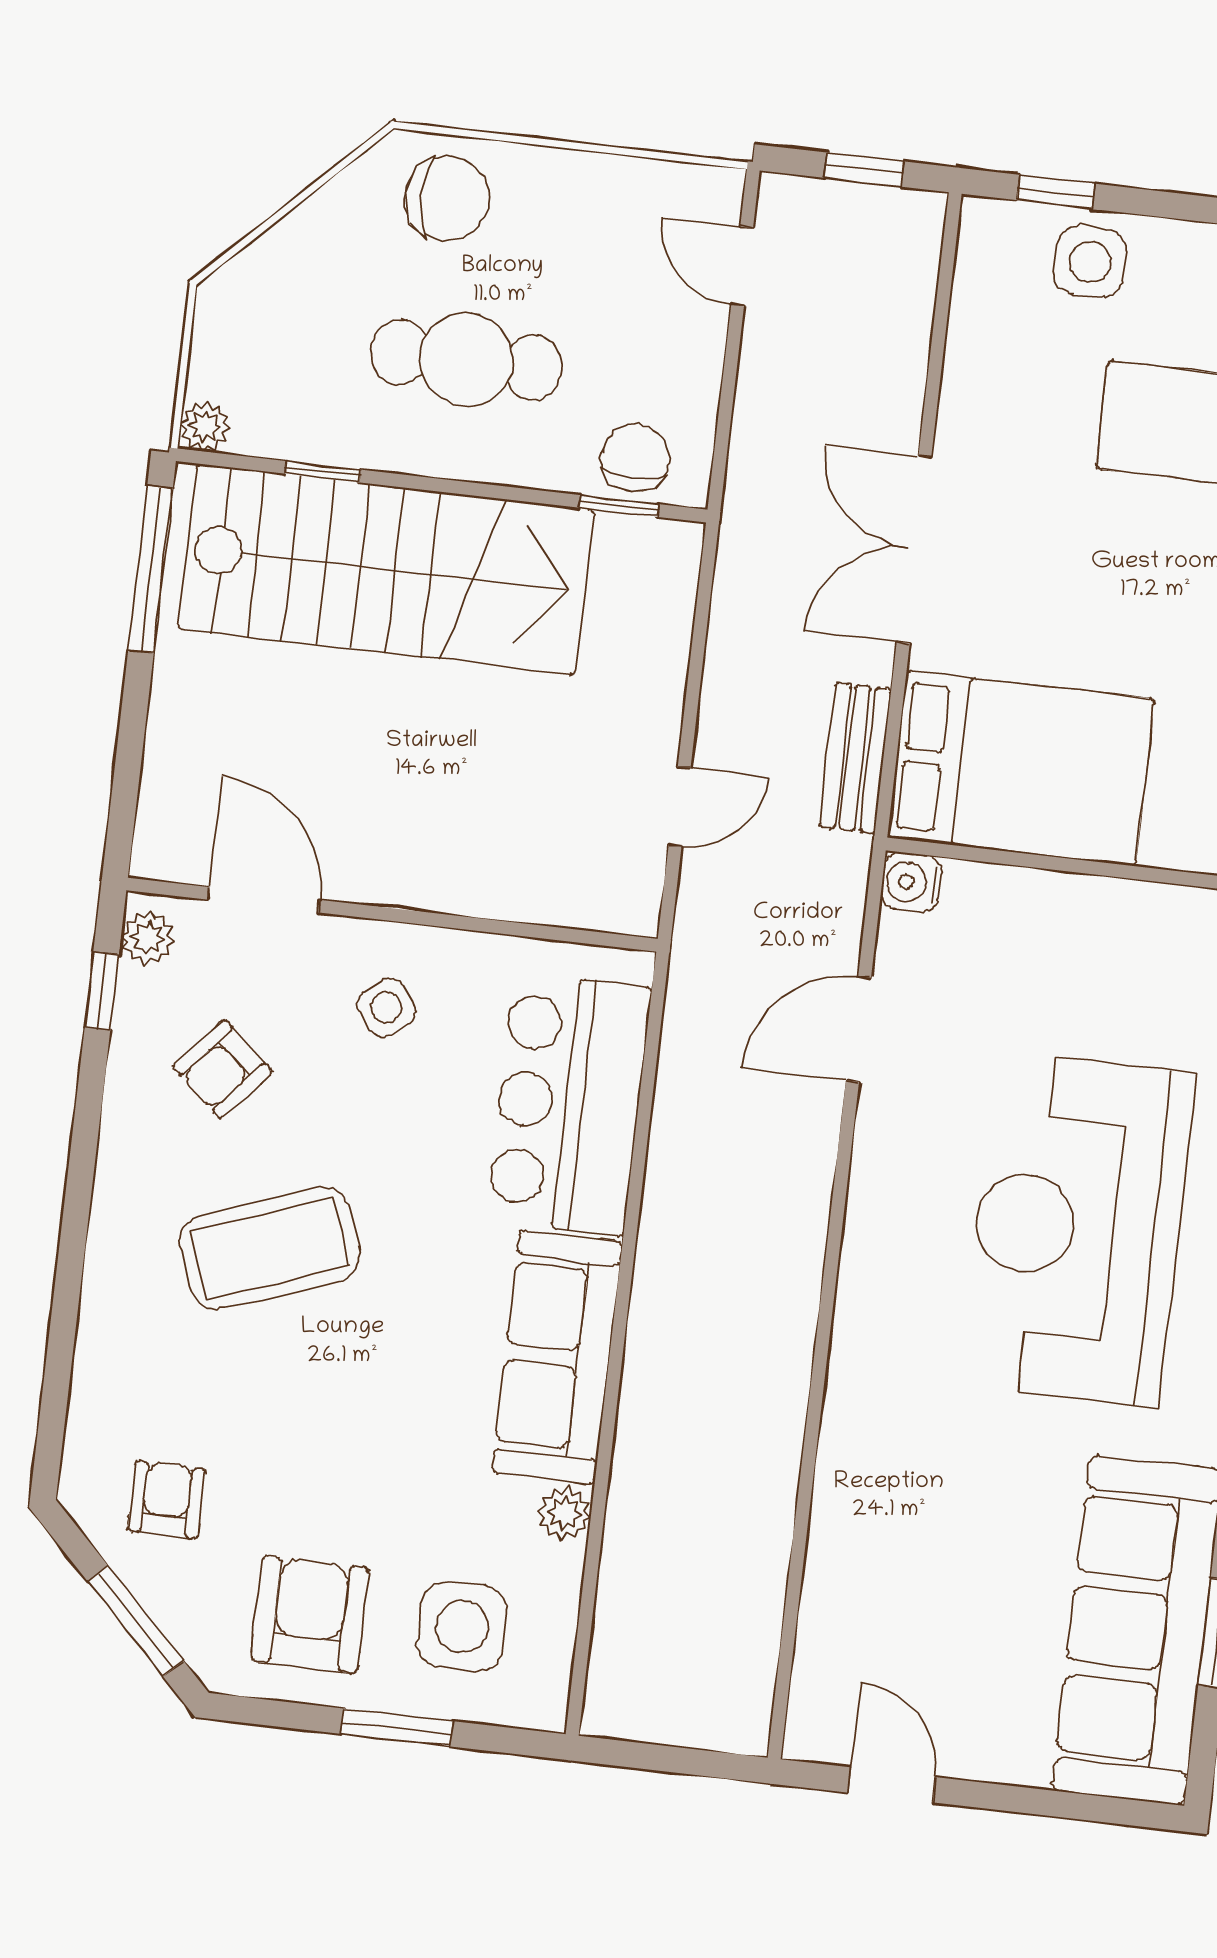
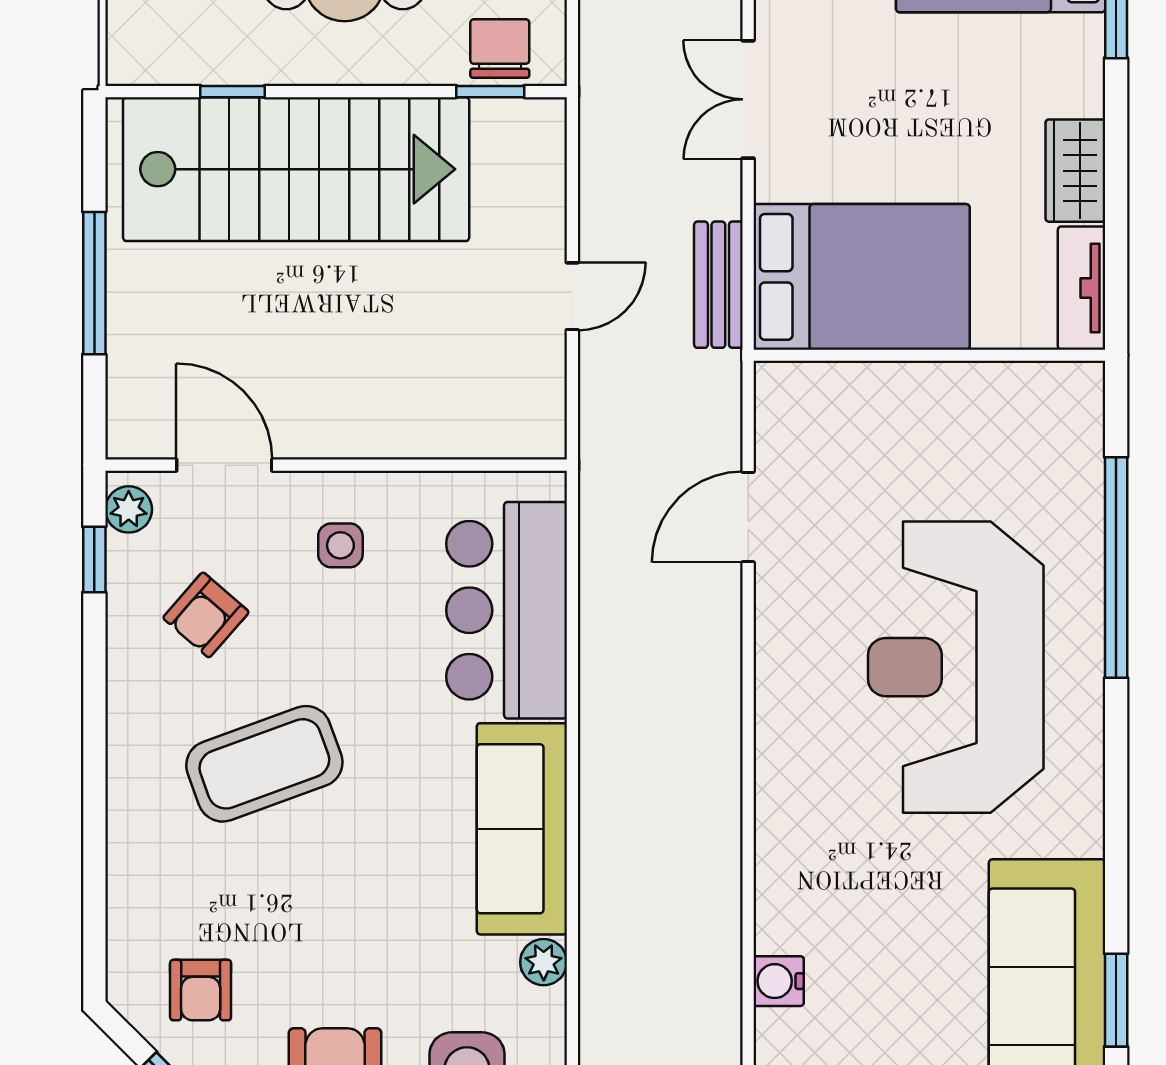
plant: (205, 426) -> (127, 64), removed
double door: (914, 549) -> (748, 99), width x0.73
window: (151, 569) -> (94, 283), moved
door: (680, 807) -> (572, 296), moved
water cooler: (911, 882) -> (779, 981), moved
side table: (386, 1007) -> (340, 545), turned 38
armchair: (167, 1500) -> (201, 990), turned 180

